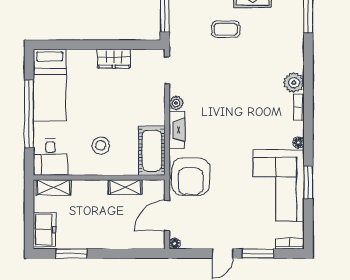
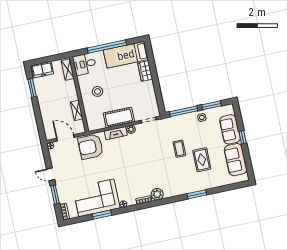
wardrobe: (114, 59) -> (145, 71), moved
cot: (152, 151) -> (119, 117), moved

